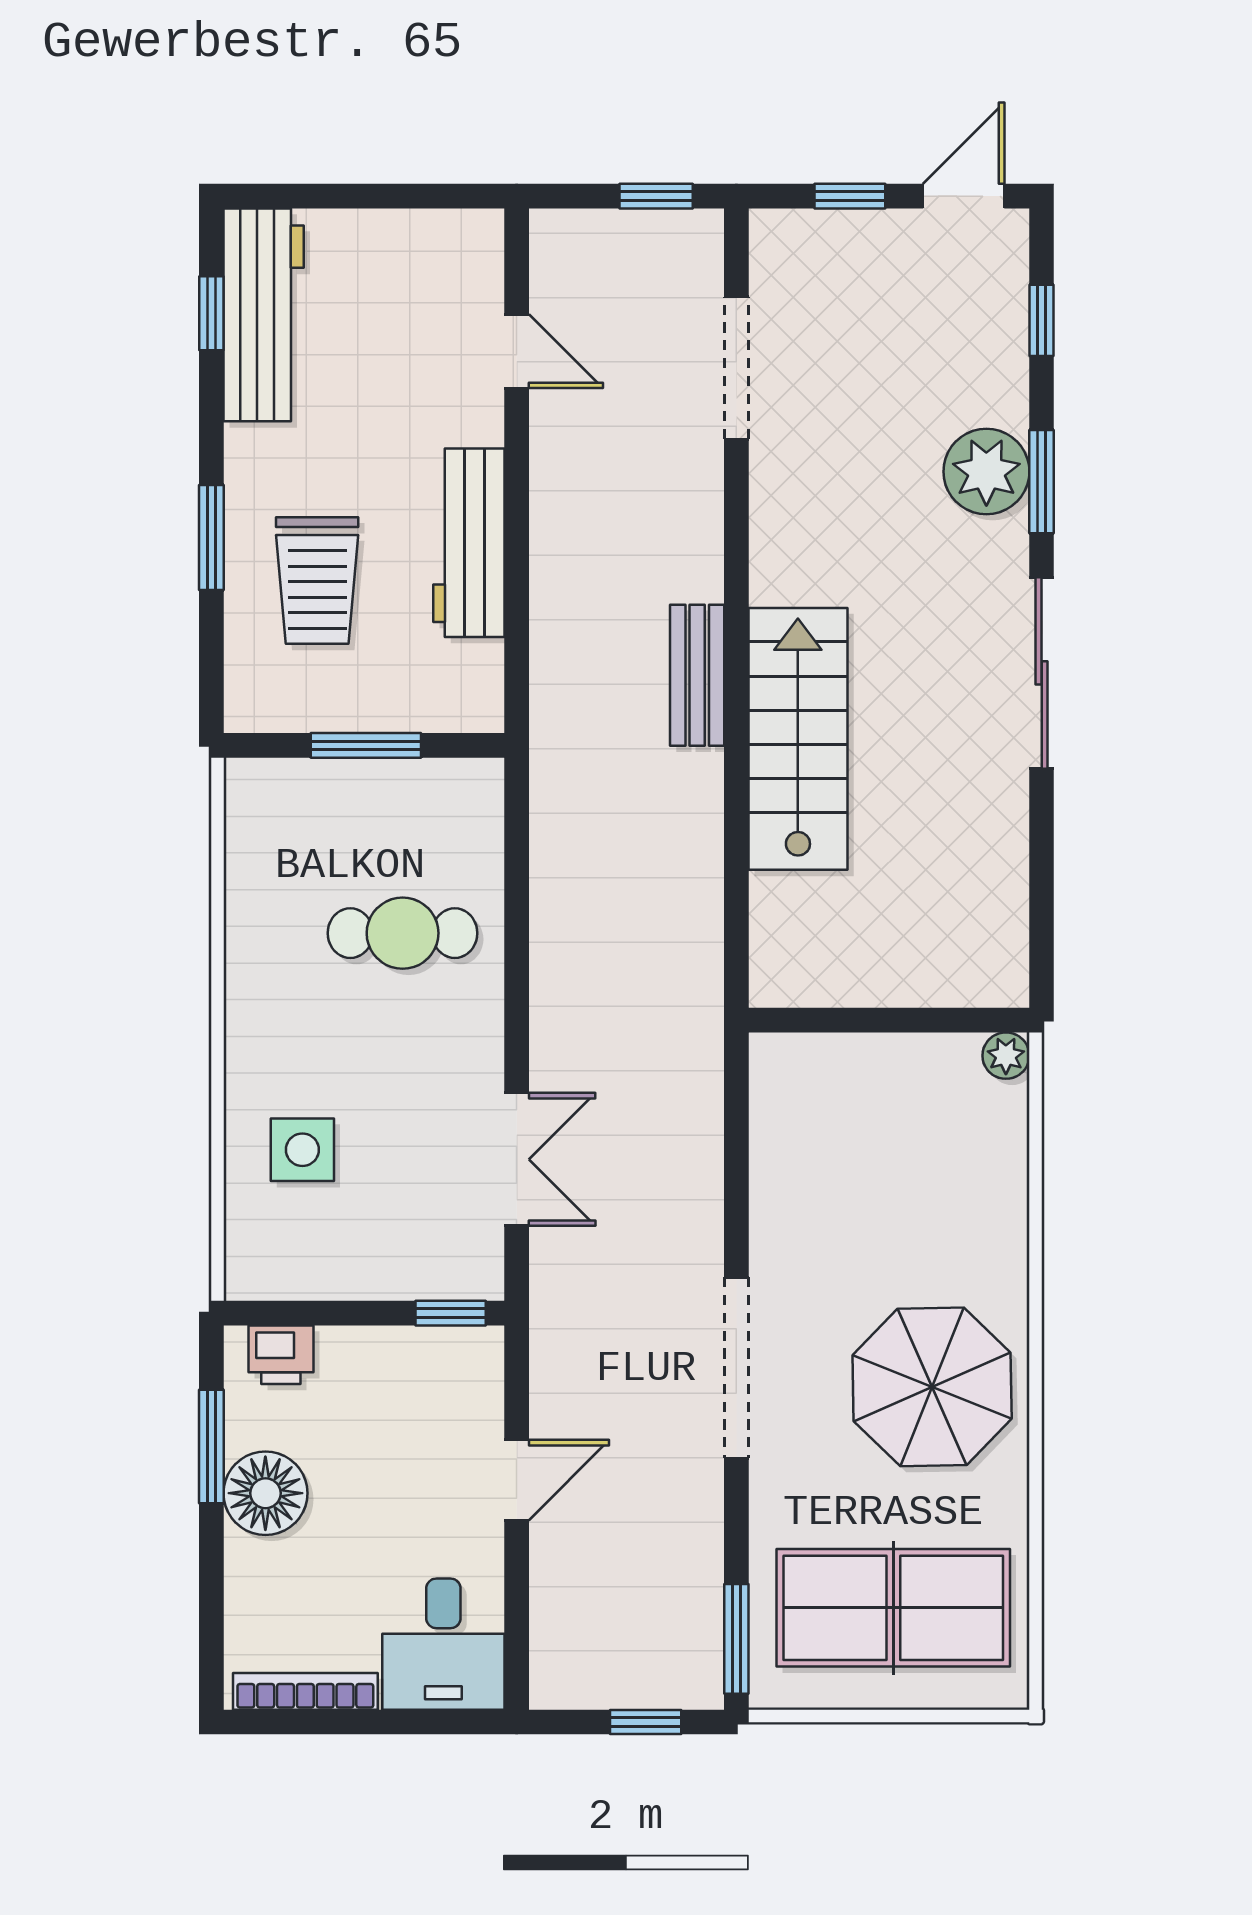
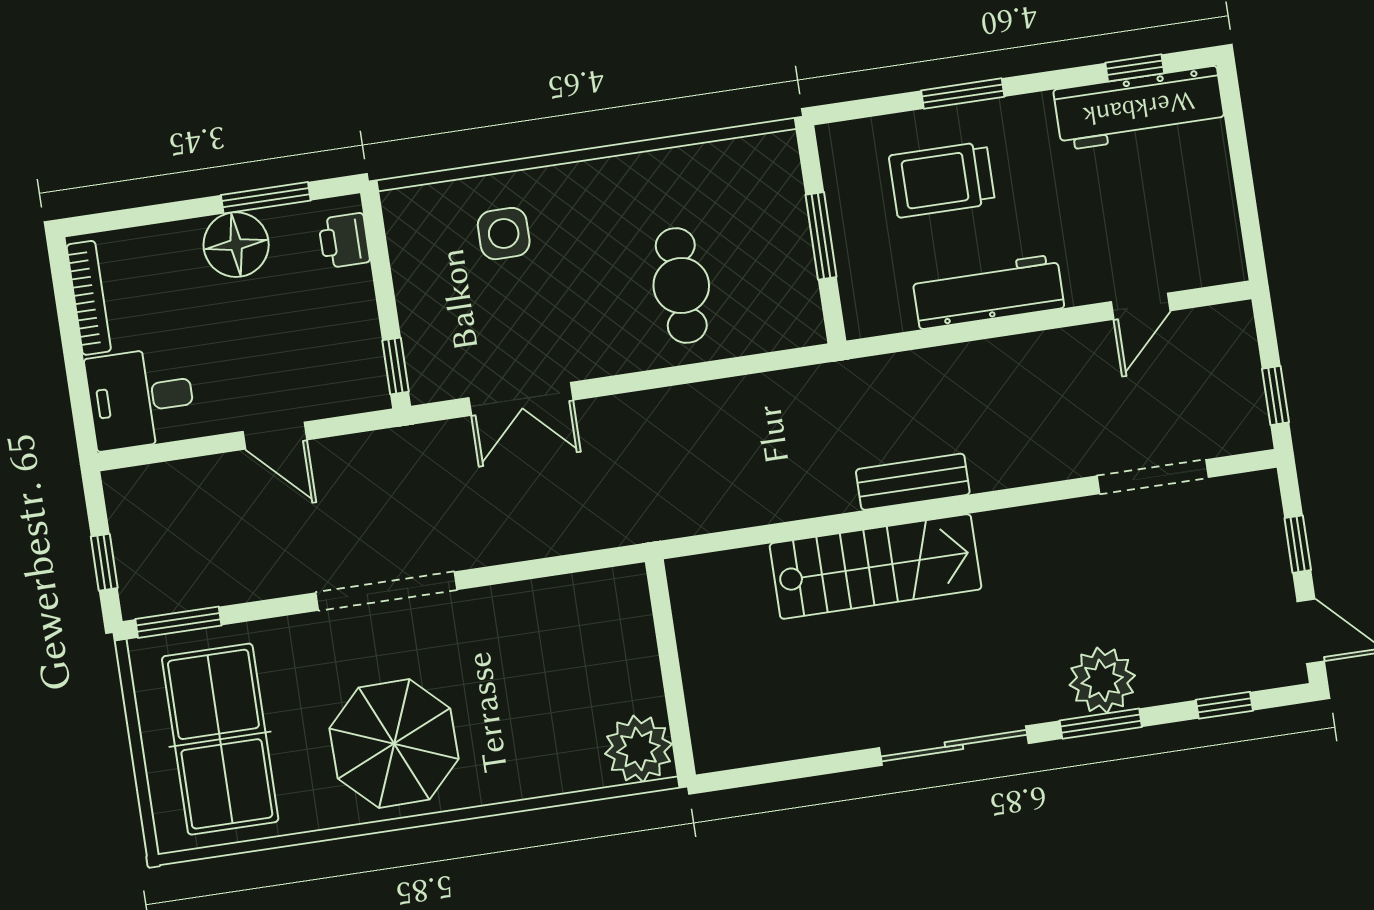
plant: (1006, 1056) -> (638, 749), width x1.87, depth x1.87

